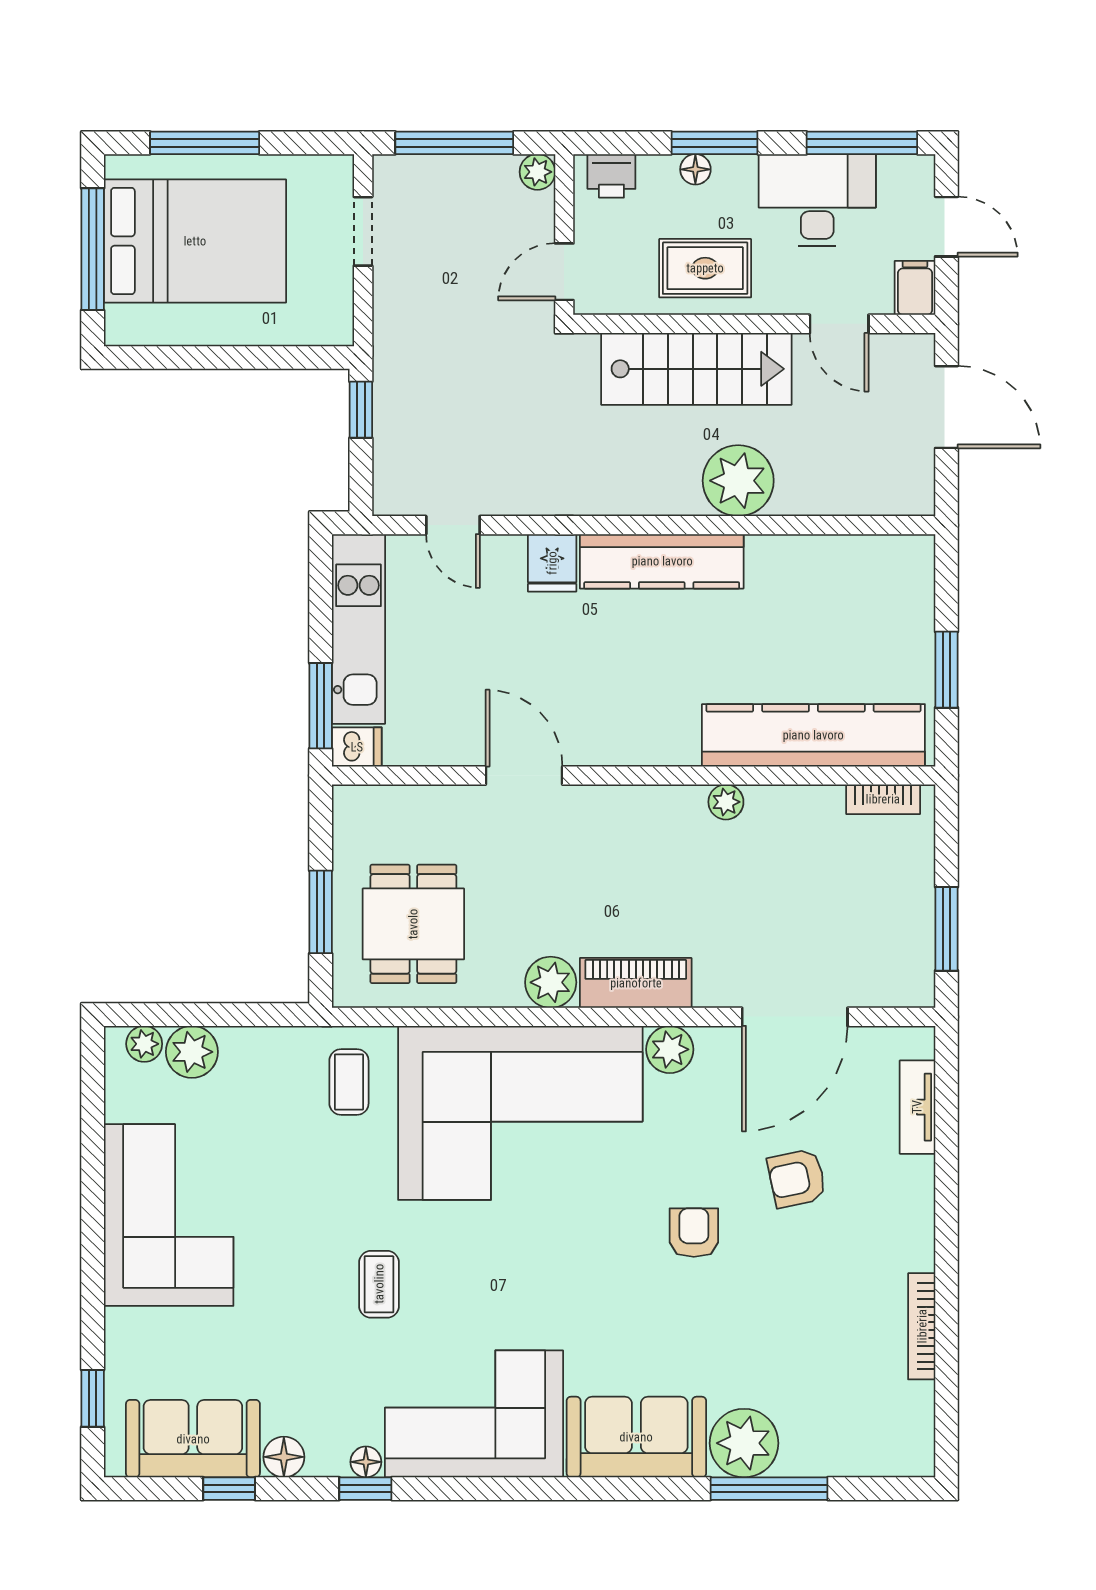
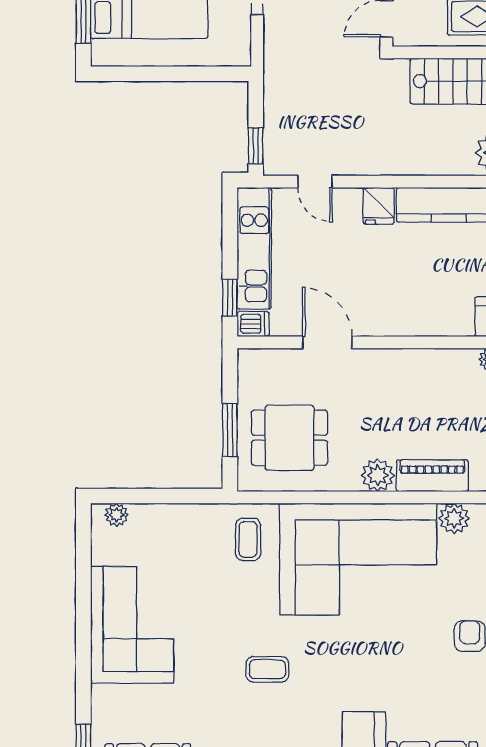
window: (361, 410) -> (256, 146), moved
window: (321, 706) -> (230, 298), width x0.67
door: (524, 775) -> (327, 342), moved
dining table: (413, 924) -> (289, 438), turned 90
plant: (192, 1052) -> (147, 520), removed
coffee table: (379, 1284) -> (267, 669), turned 90

